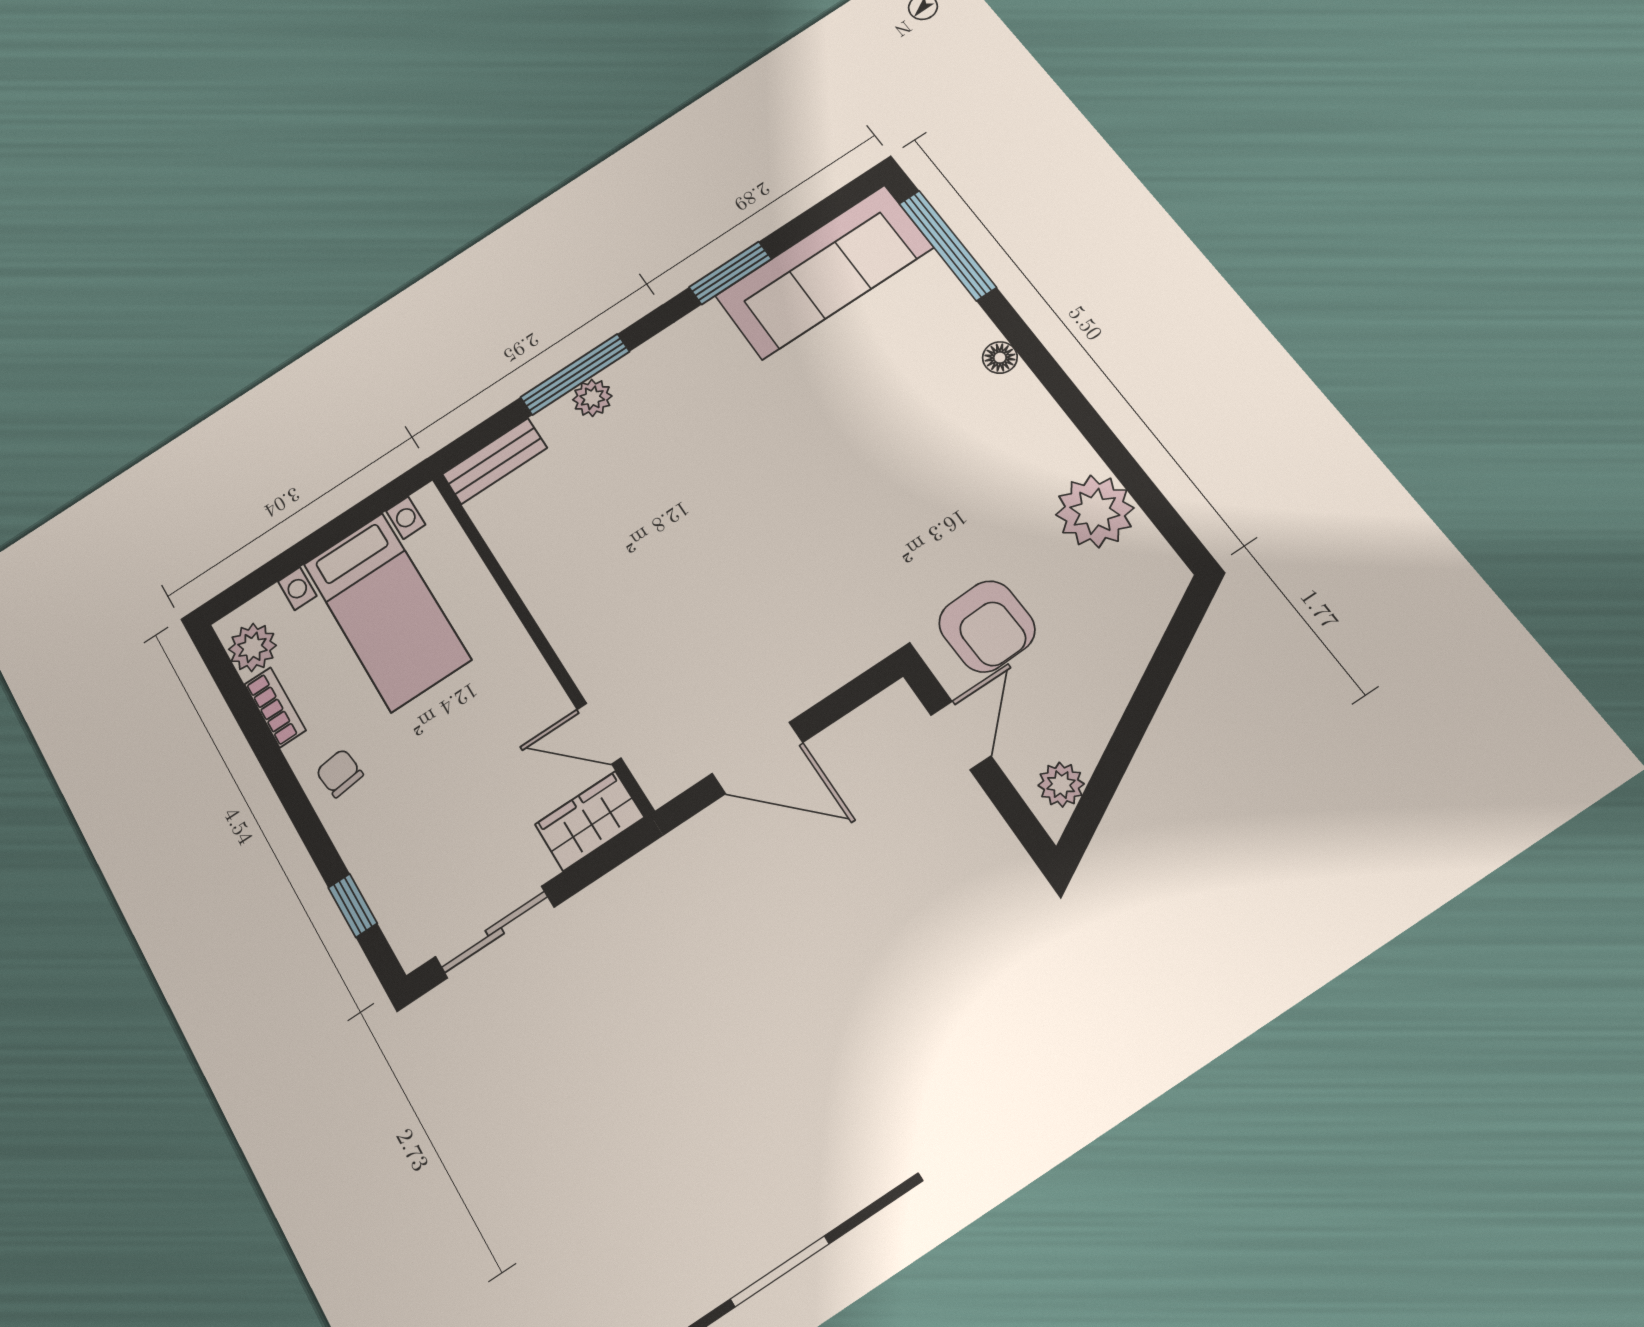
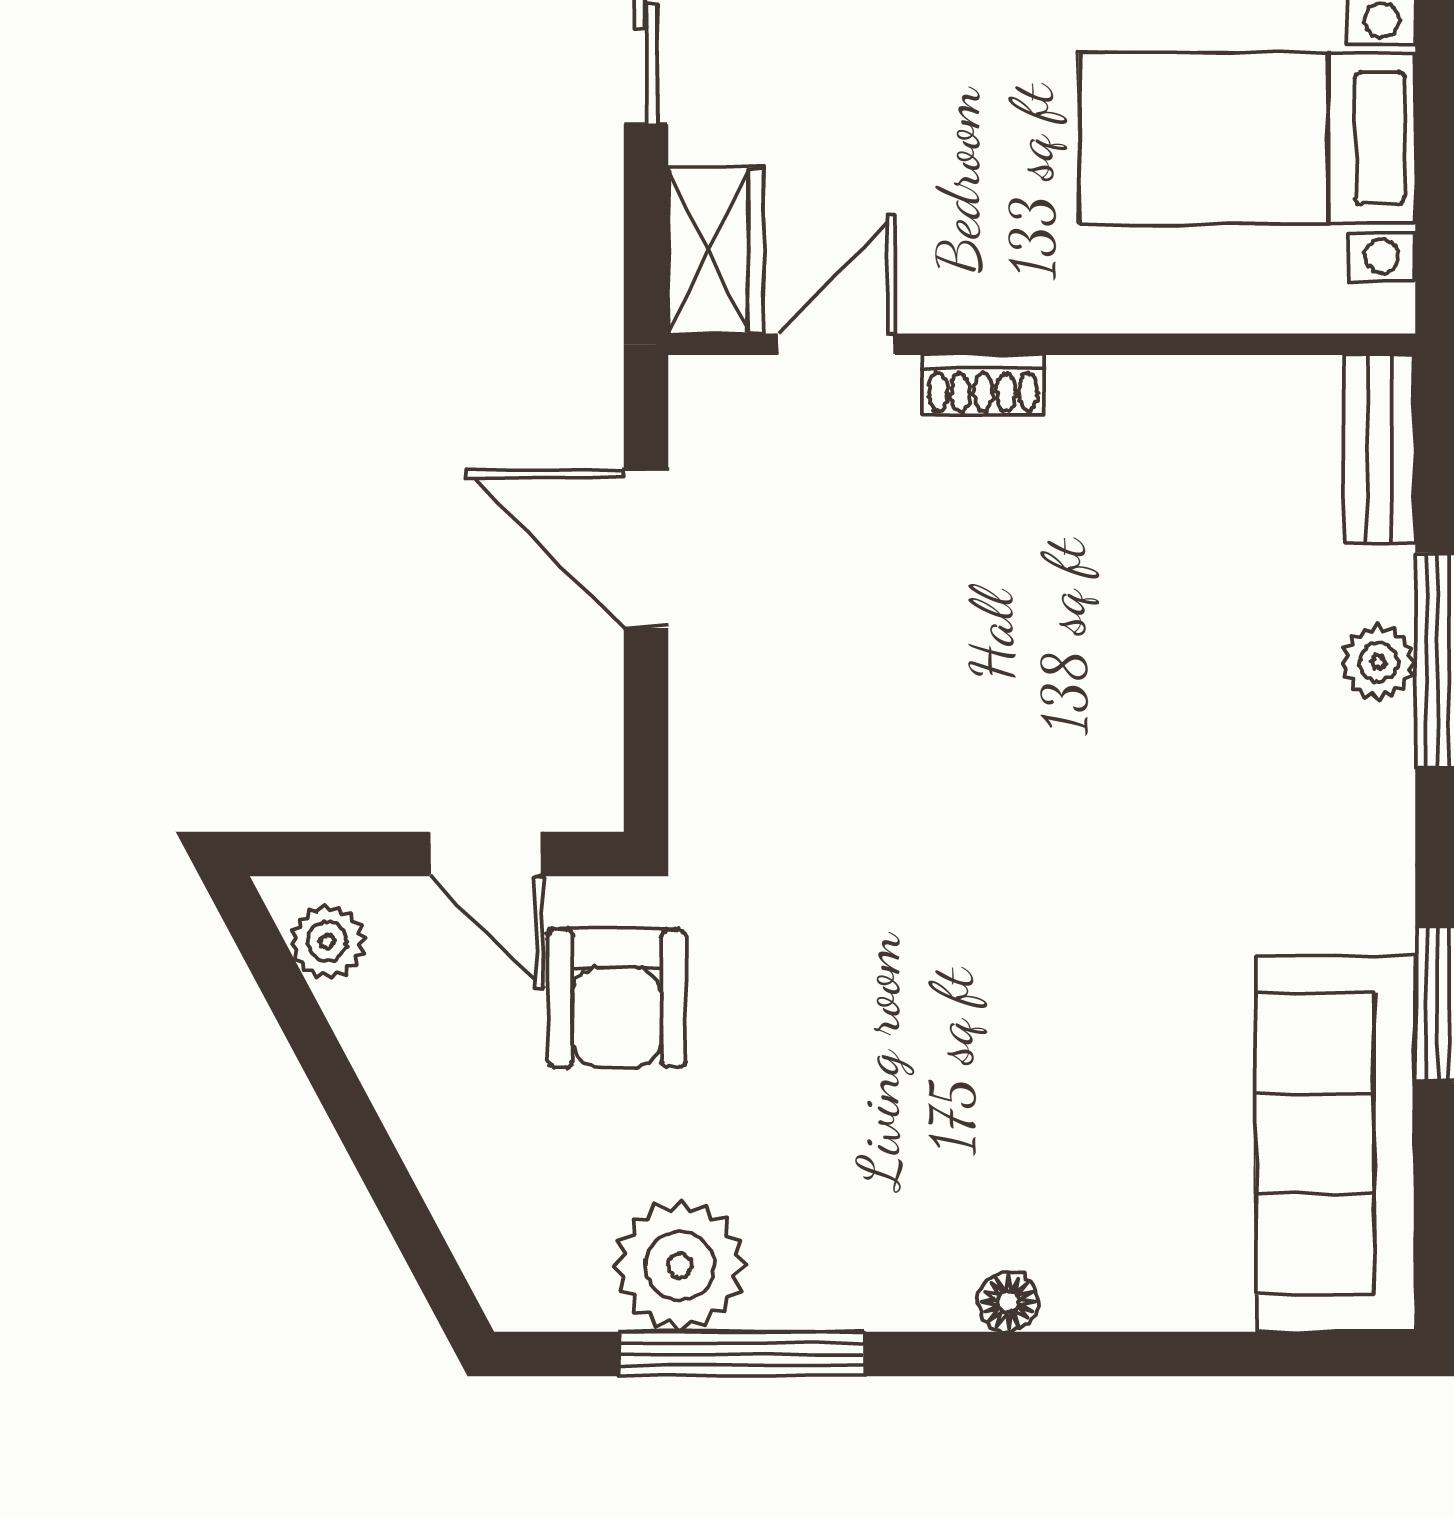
window: (947, 245) -> (741, 1354), moved
armchair: (987, 626) -> (617, 998), turned -88
shoe rack: (575, 653) -> (983, 385), added
door: (757, 758) -> (646, 549), hinge flipped

